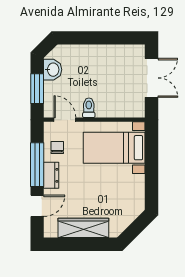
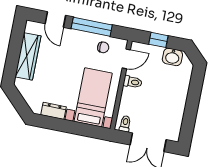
window: (37, 89) -> (158, 40), width x0.67
toilet: (136, 107) -> (125, 124), added
dresser: (51, 175) -> (54, 111), moved, turned 180

